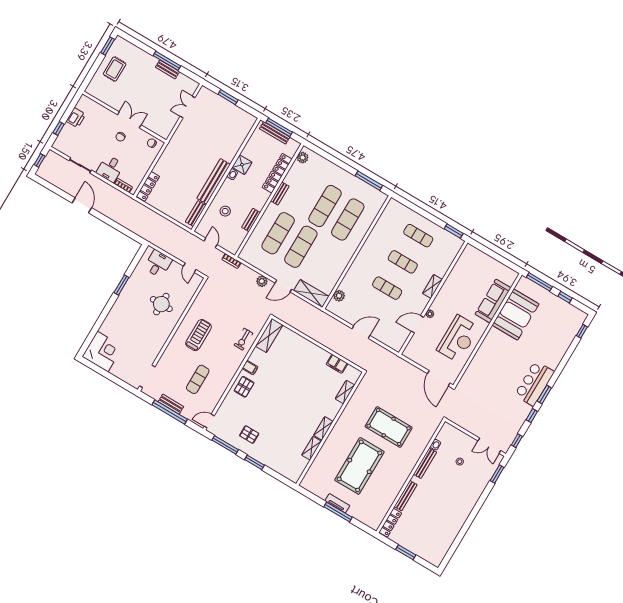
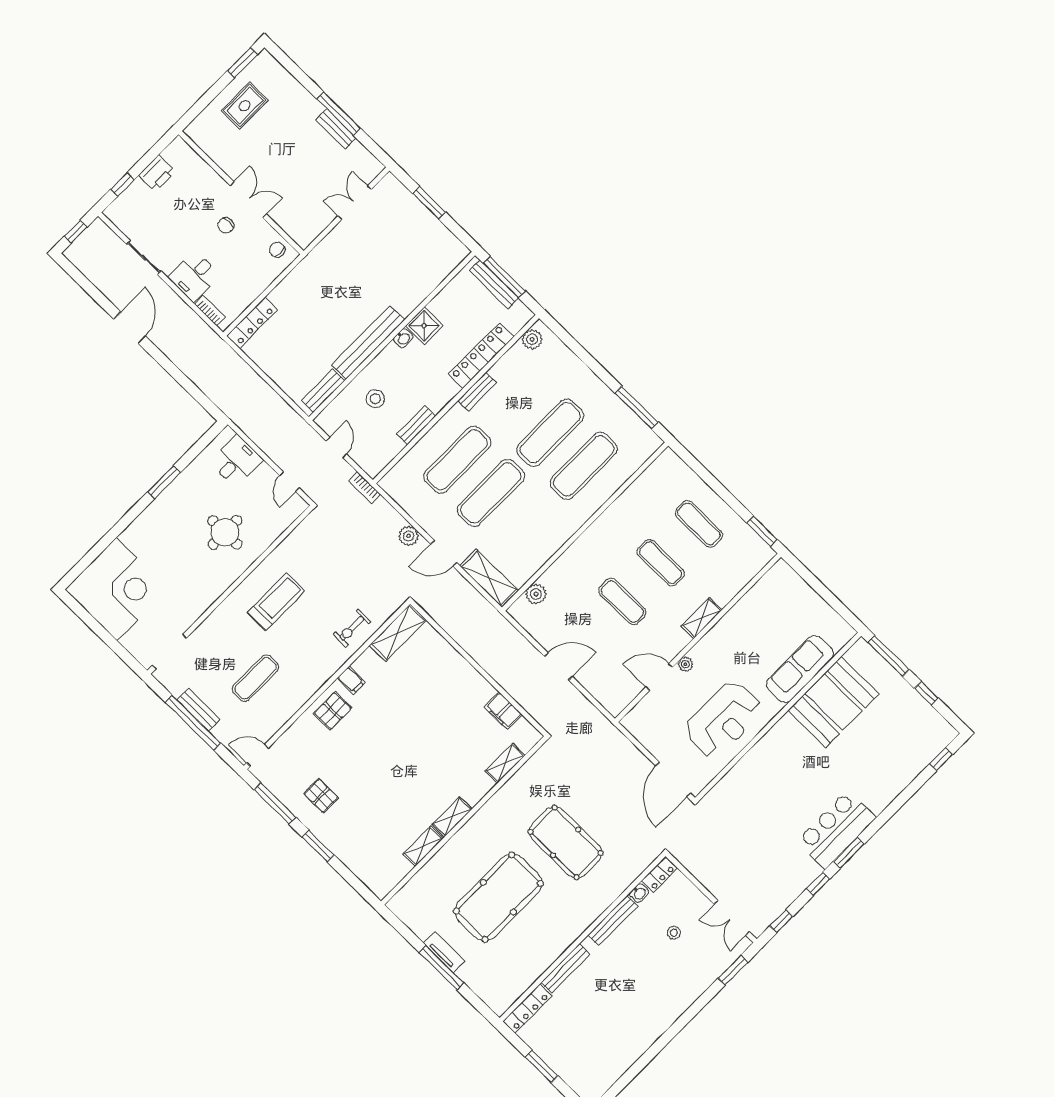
corner desk: (103, 352) -> (117, 589), width x1.36, depth x1.36
locker: (444, 432) -> (659, 875), added

